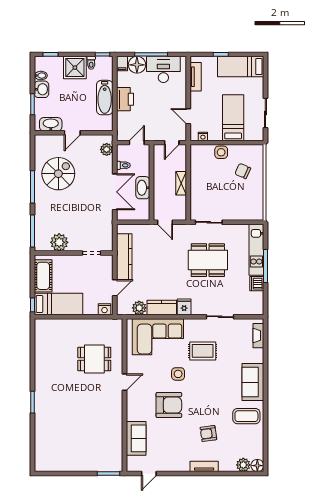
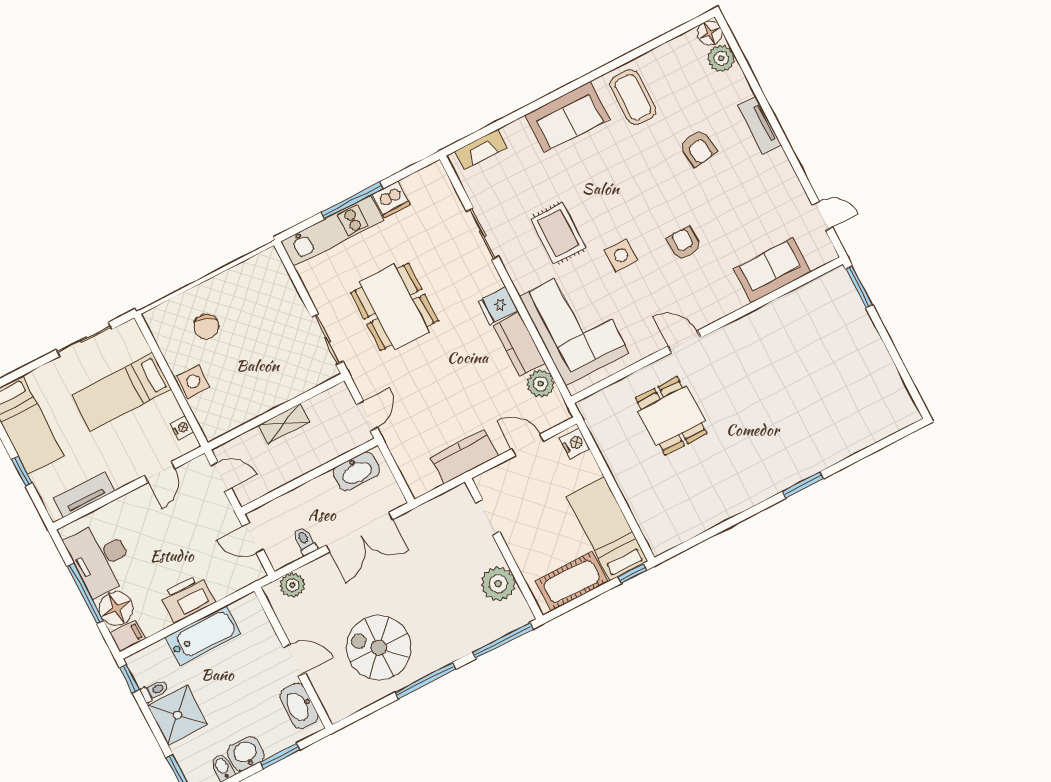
washbasin: (143, 188) -> (356, 471), moved
double door: (115, 192) -> (359, 532), swing flipped
kitchen counter: (124, 257) -> (464, 457), width x0.67
armchair: (169, 405) -> (684, 243), width x0.53, depth x0.53

